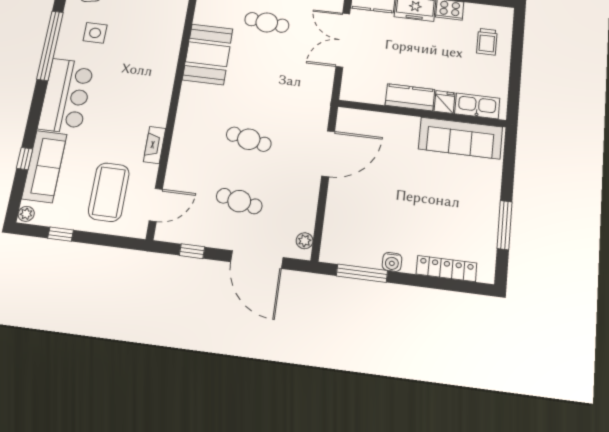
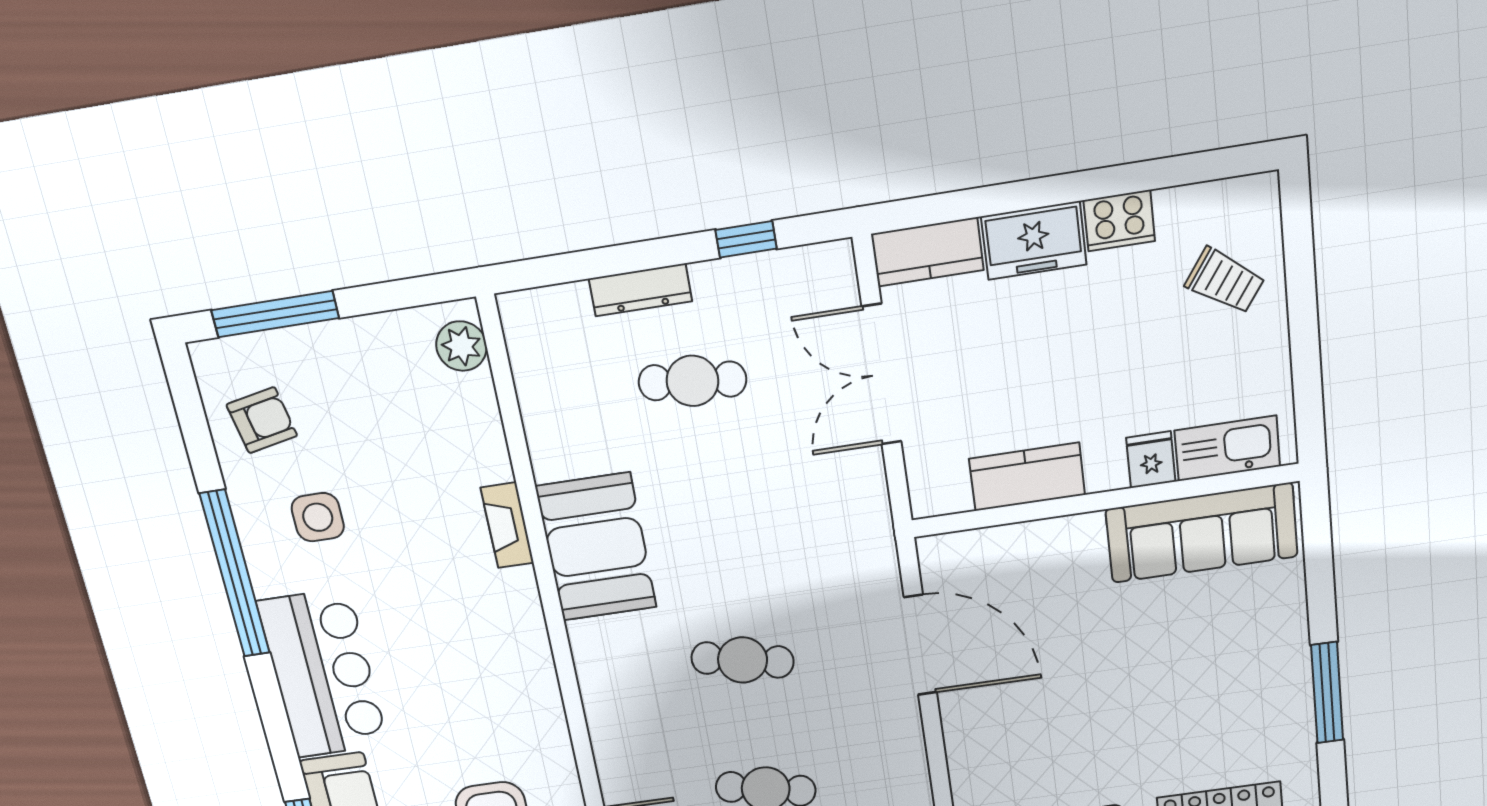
trolley: (487, 42) -> (1225, 281), turned -55
booth: (208, 54) -> (596, 547), moved
kitchen counter: (410, 97) -> (1027, 477), moved
fireplace: (155, 145) -> (507, 525), moved
door: (328, 154) -> (920, 645), hinge flipped

